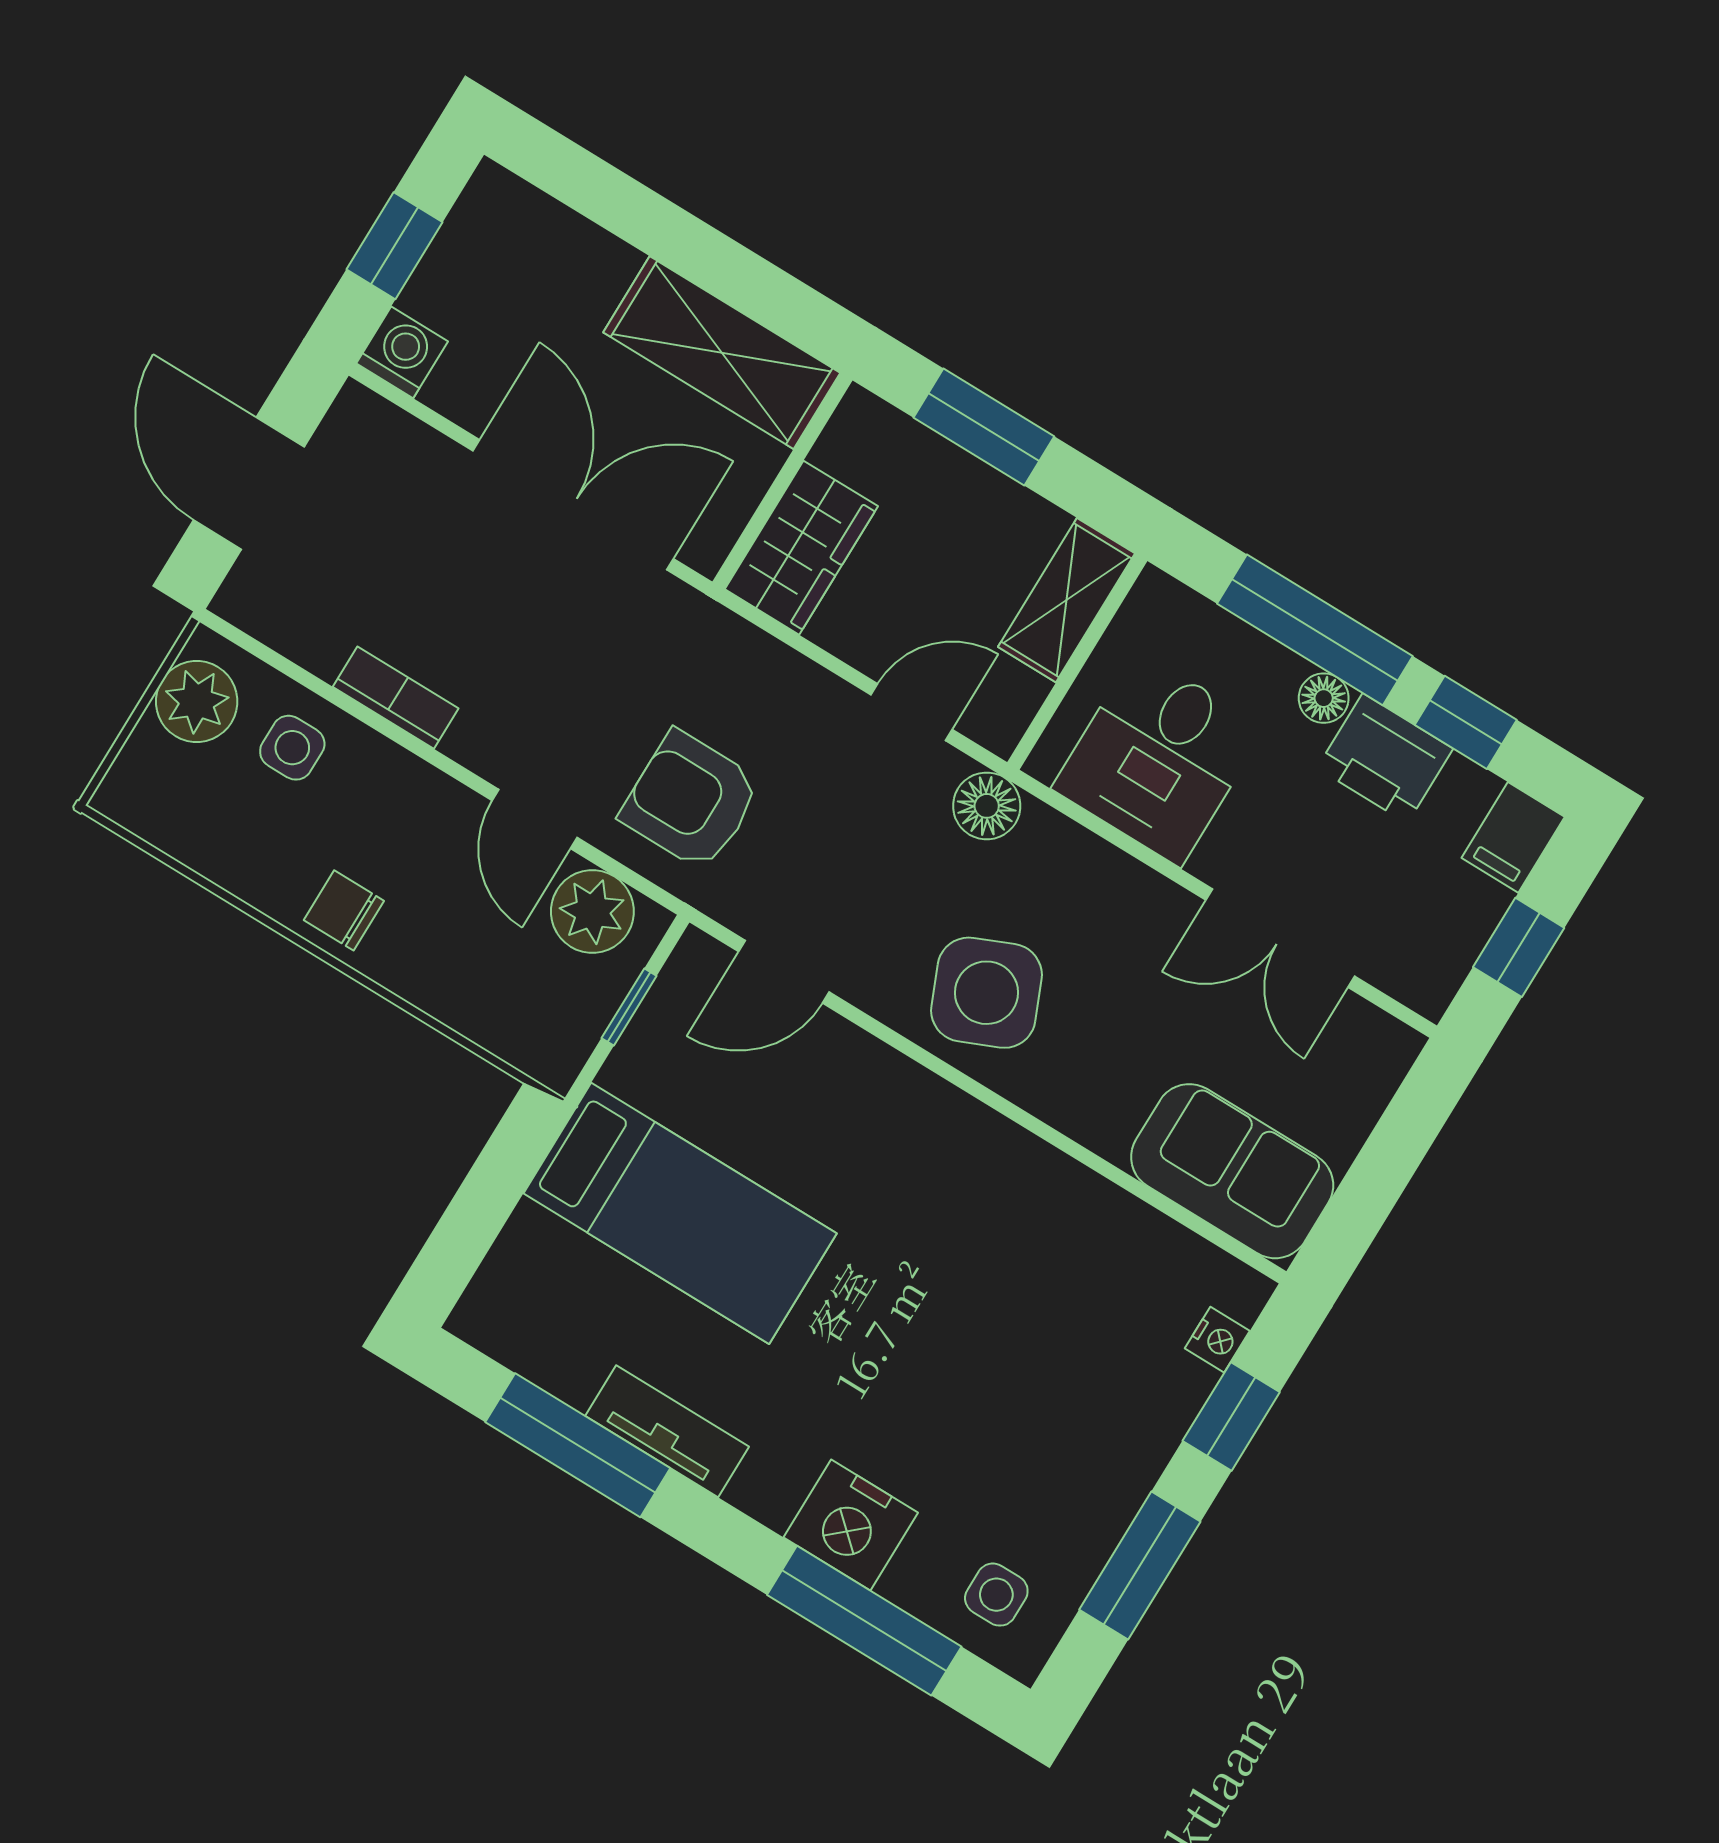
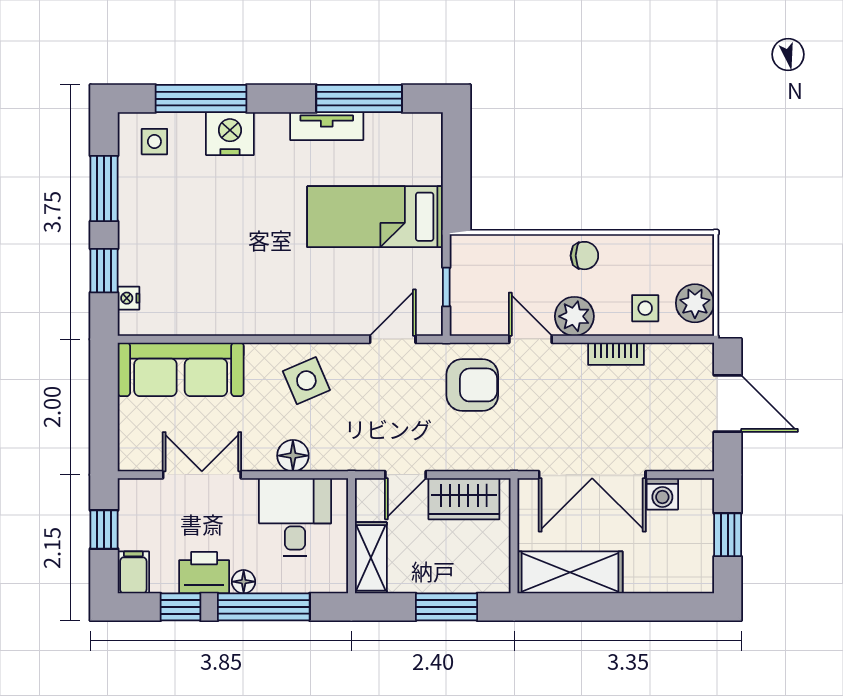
washing machine: (402, 352) -> (662, 494), moved
wardrobe: (801, 548) -> (464, 499), moved, turned -90
floor lamp: (987, 806) -> (293, 456), moved
plant: (592, 911) -> (574, 316), moved
side table: (986, 993) -> (306, 381), width x0.73, depth x0.73
sofa: (1232, 1171) -> (181, 369), width x1.36

